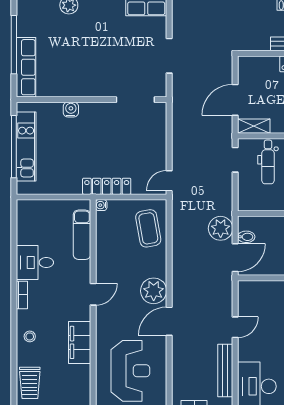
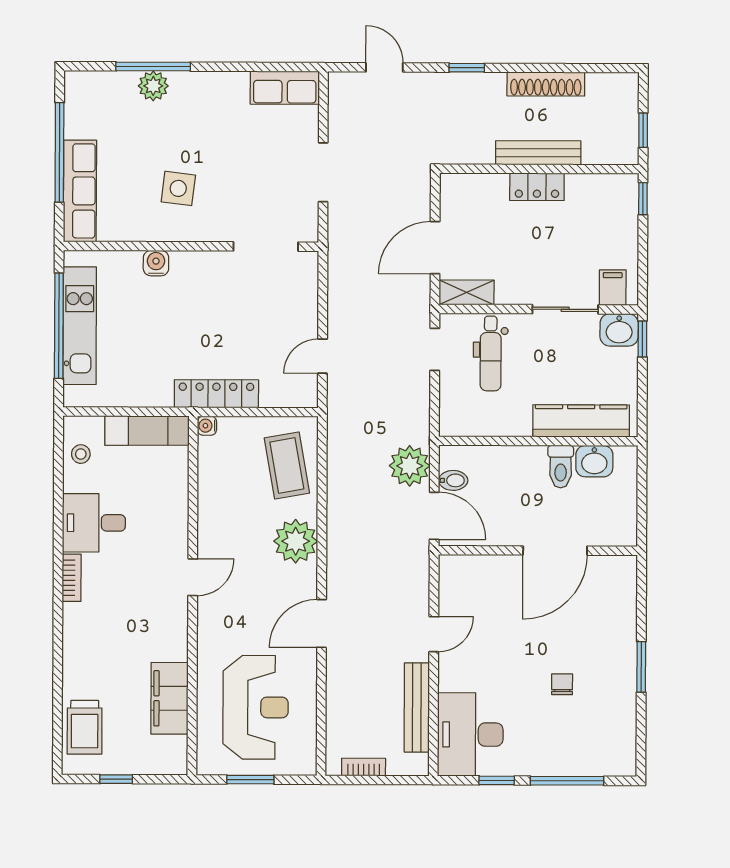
side table: (84, 66) -> (178, 188), added
door: (169, 181) -> (322, 356), moved
exam couch: (82, 235) -> (147, 431), moved, turned -90
door: (235, 258) -> (434, 516), hinge flipped
plant: (154, 291) -> (296, 541), moved
stool: (30, 336) -> (81, 454), moved
filing cabinet: (80, 342) -> (169, 698), moved

